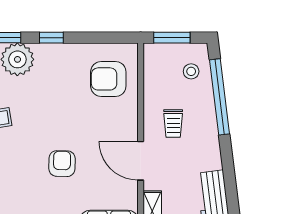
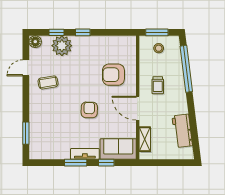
stool: (191, 71) -> (159, 48), moved
armchair: (108, 79) -> (113, 75), moved

